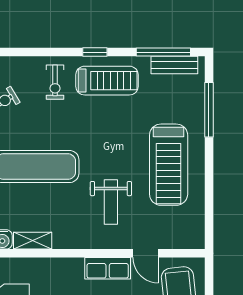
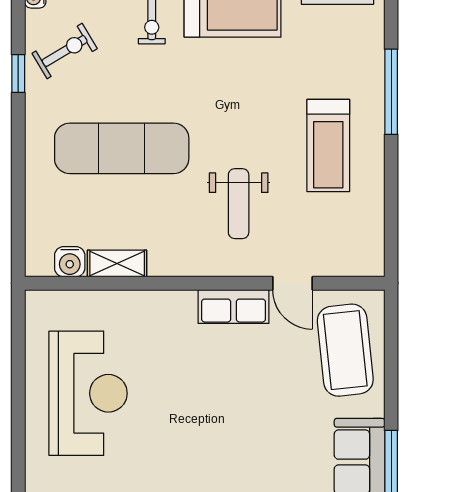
window: (209, 110) -> (391, 92), moved
treadmill: (169, 165) -> (328, 145), width x0.73, depth x0.73

